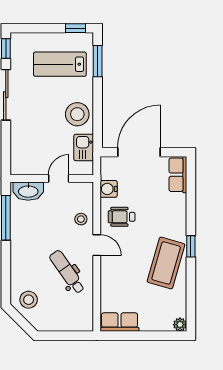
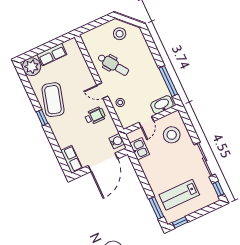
lab bench: (60, 64) -> (179, 195), turned 180
stool: (77, 114) -> (172, 135), moved
water cooler: (109, 189) -> (117, 141), moved
stool: (29, 300) -> (120, 34), moved
row of seats: (120, 322) -> (52, 55), moved
plant: (180, 325) -> (32, 67), width x1.88, depth x1.88

